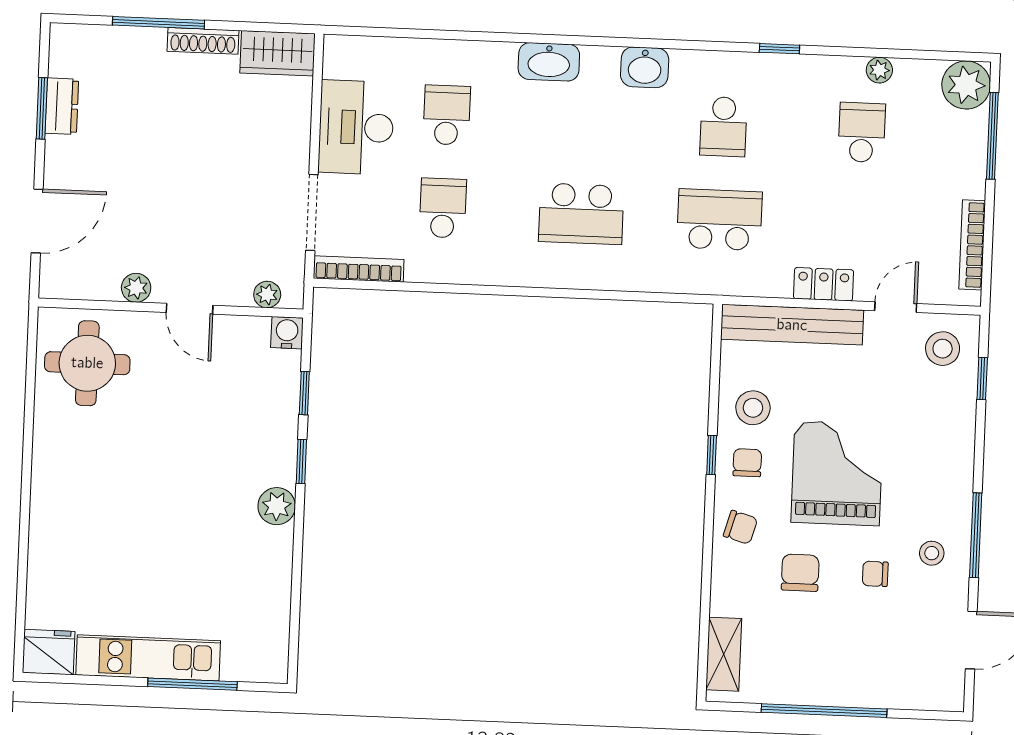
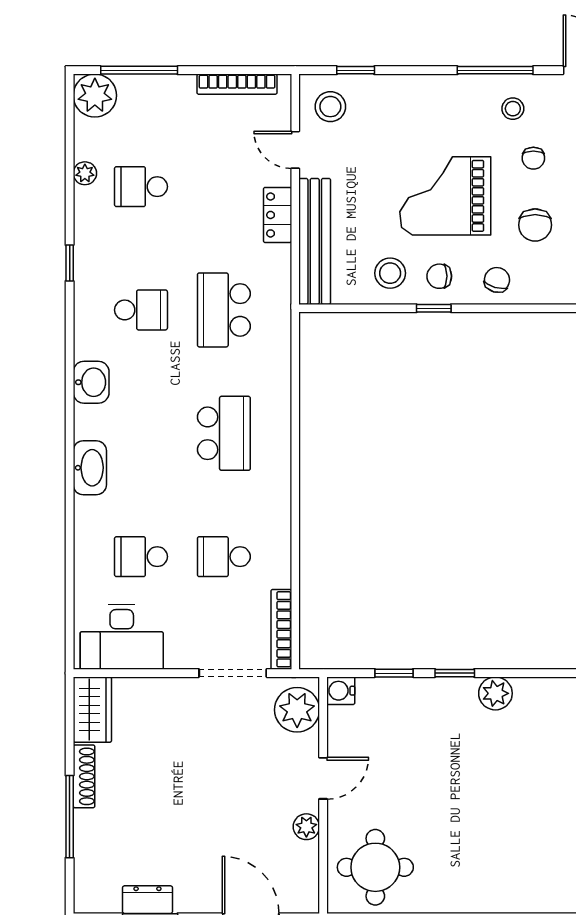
desk: (356, 127) -> (122, 637), moved
plant: (267, 295) -> (297, 710), width x1.88, depth x1.88
chair: (800, 573) -> (535, 225), turned -90

